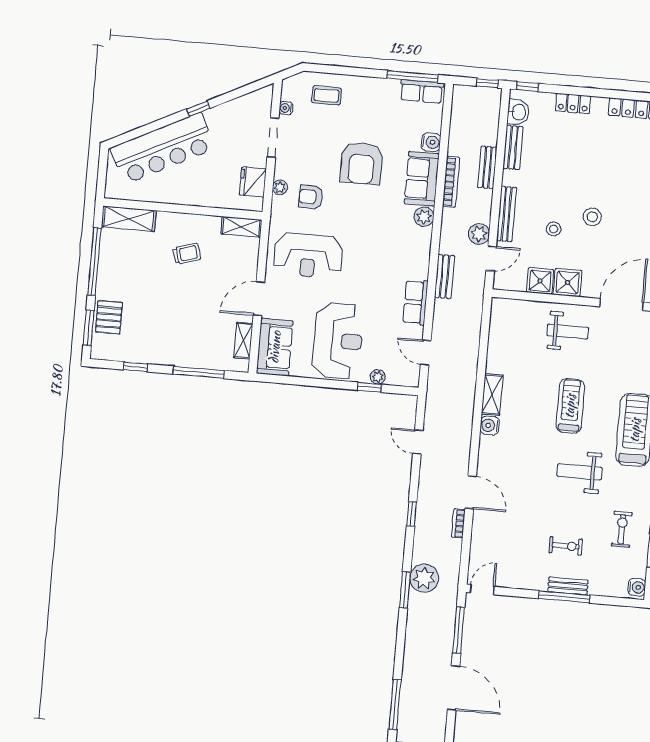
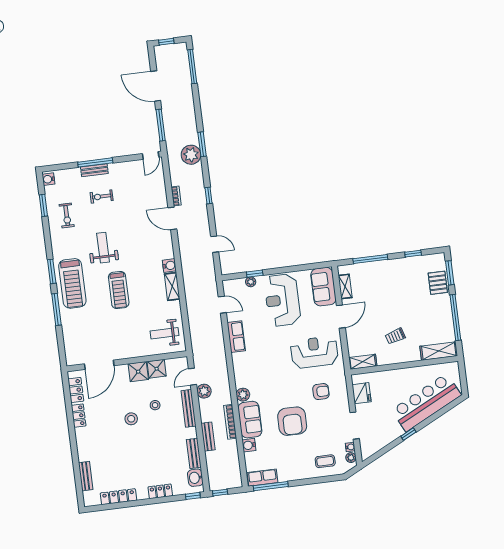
armchair: (361, 163) -> (292, 421), turned 180
plant: (280, 187) -> (351, 458), moved
bench: (444, 277) -> (221, 358), removed
weight bench: (568, 331) -> (165, 333), moved
weight bench: (580, 472) -> (103, 248), turned -90

